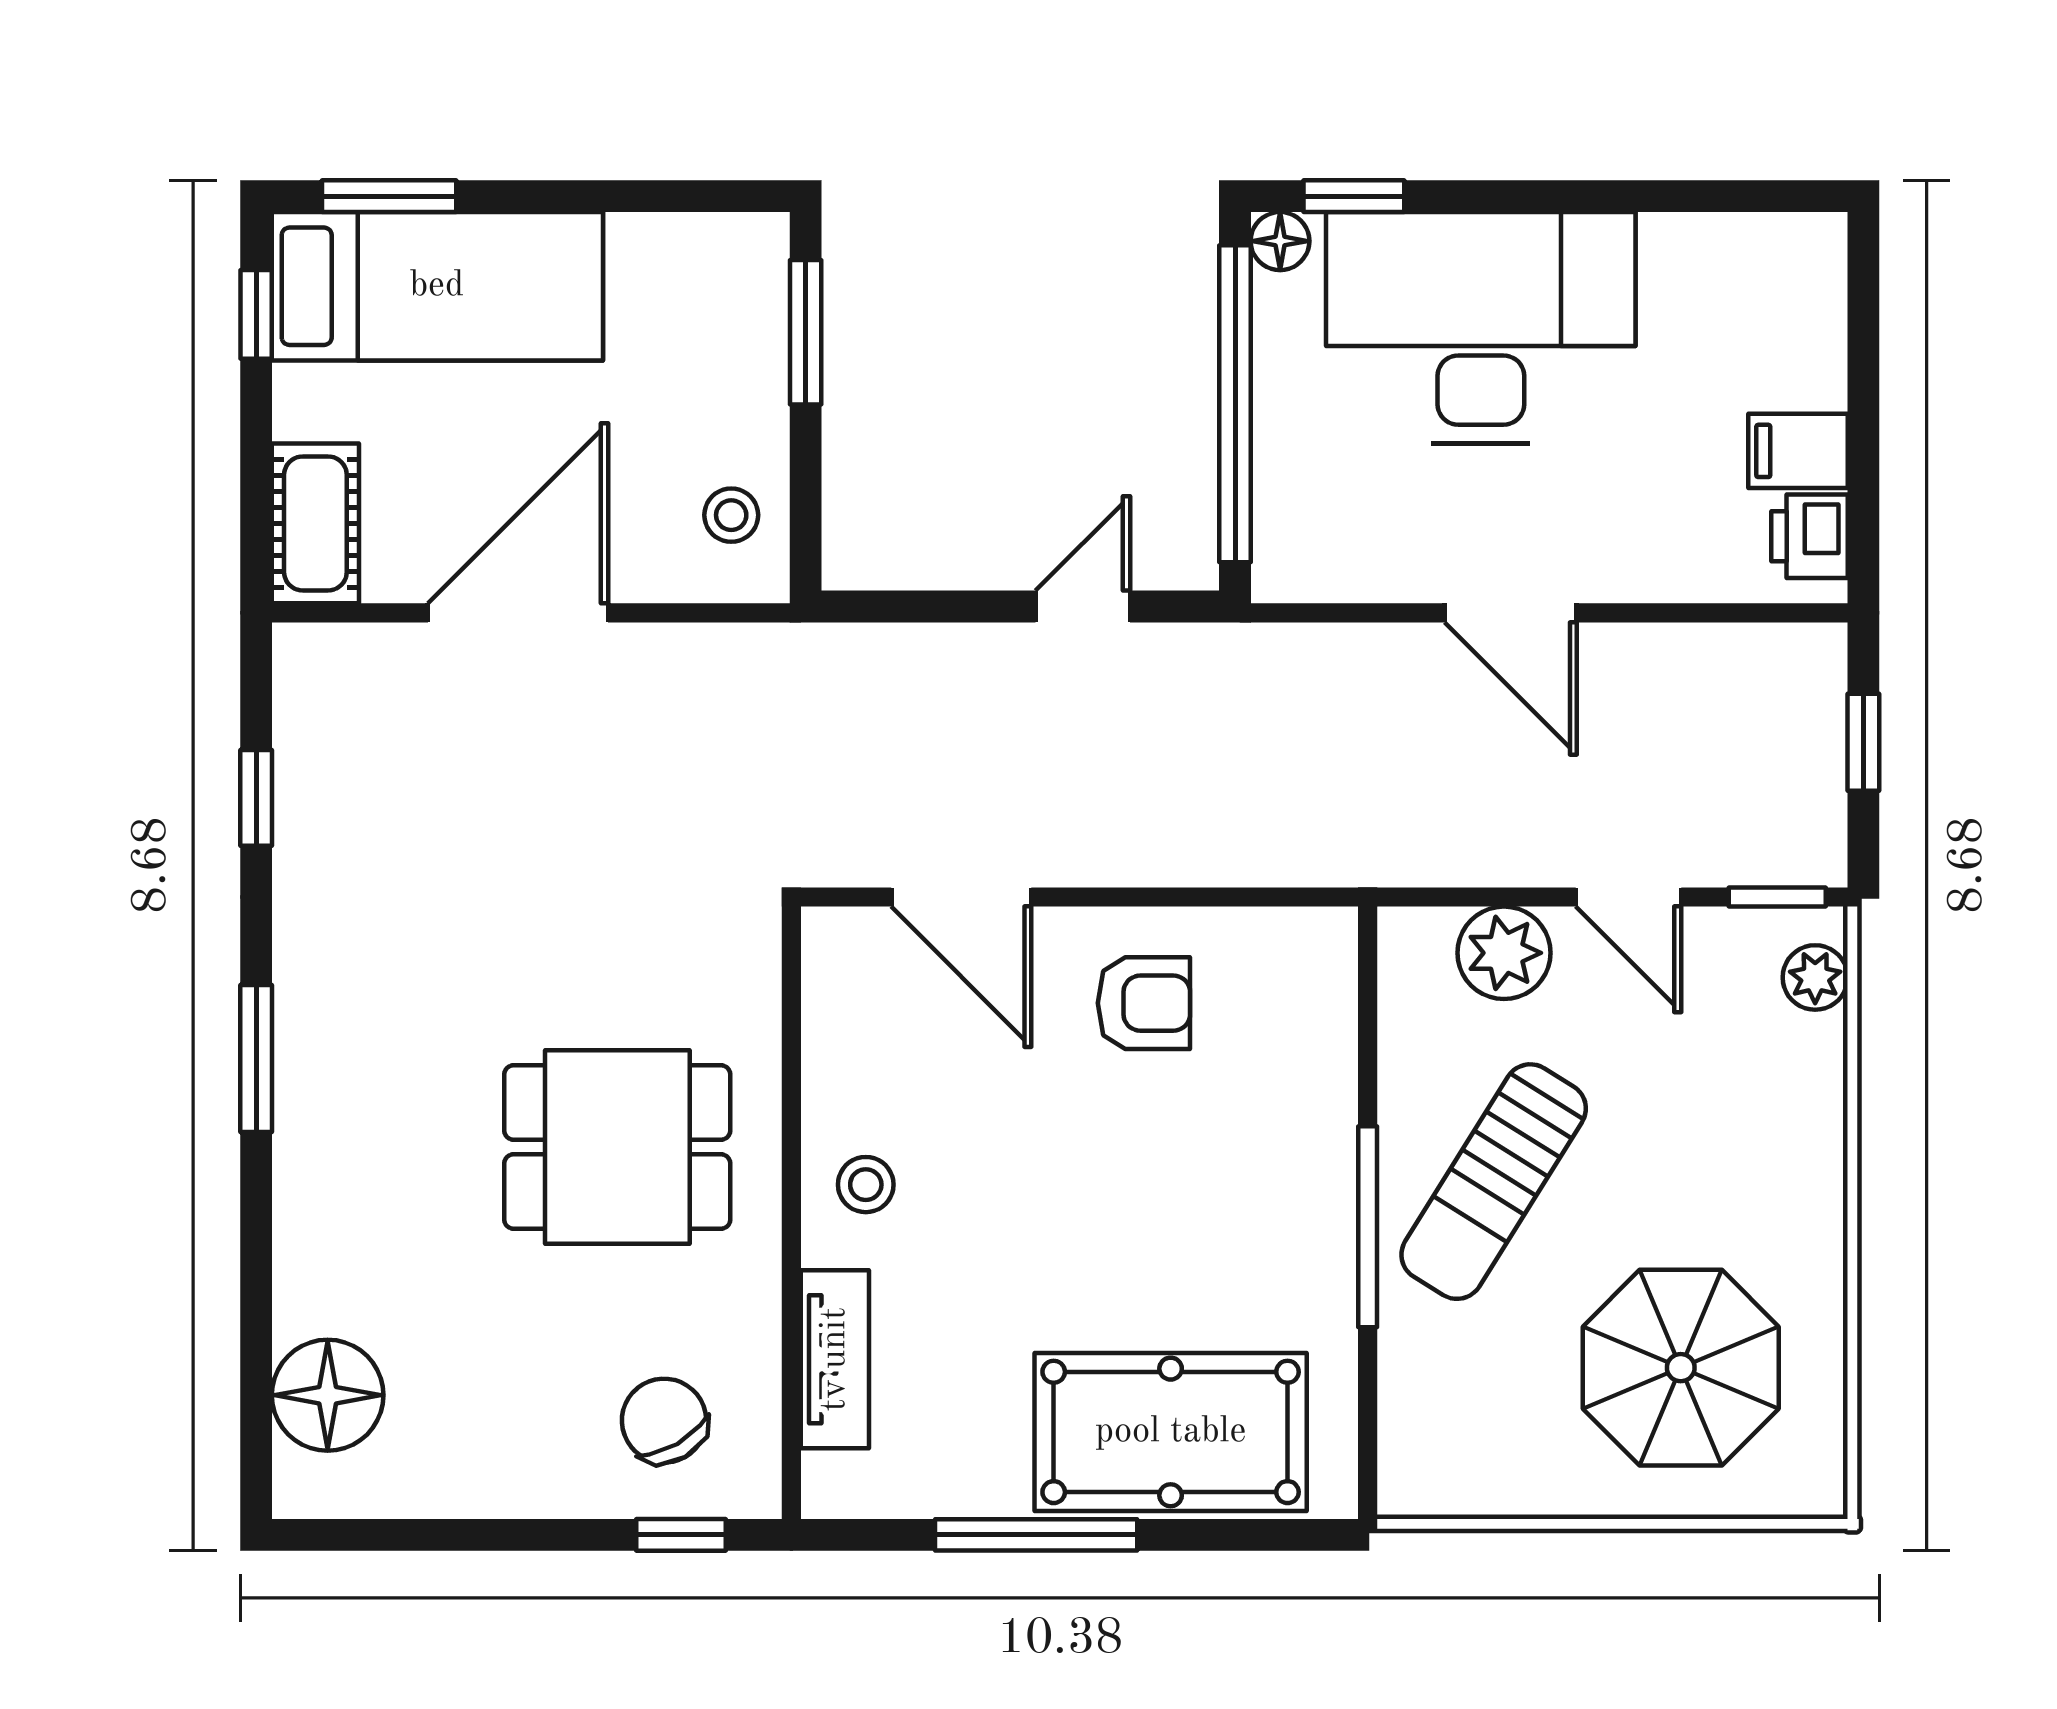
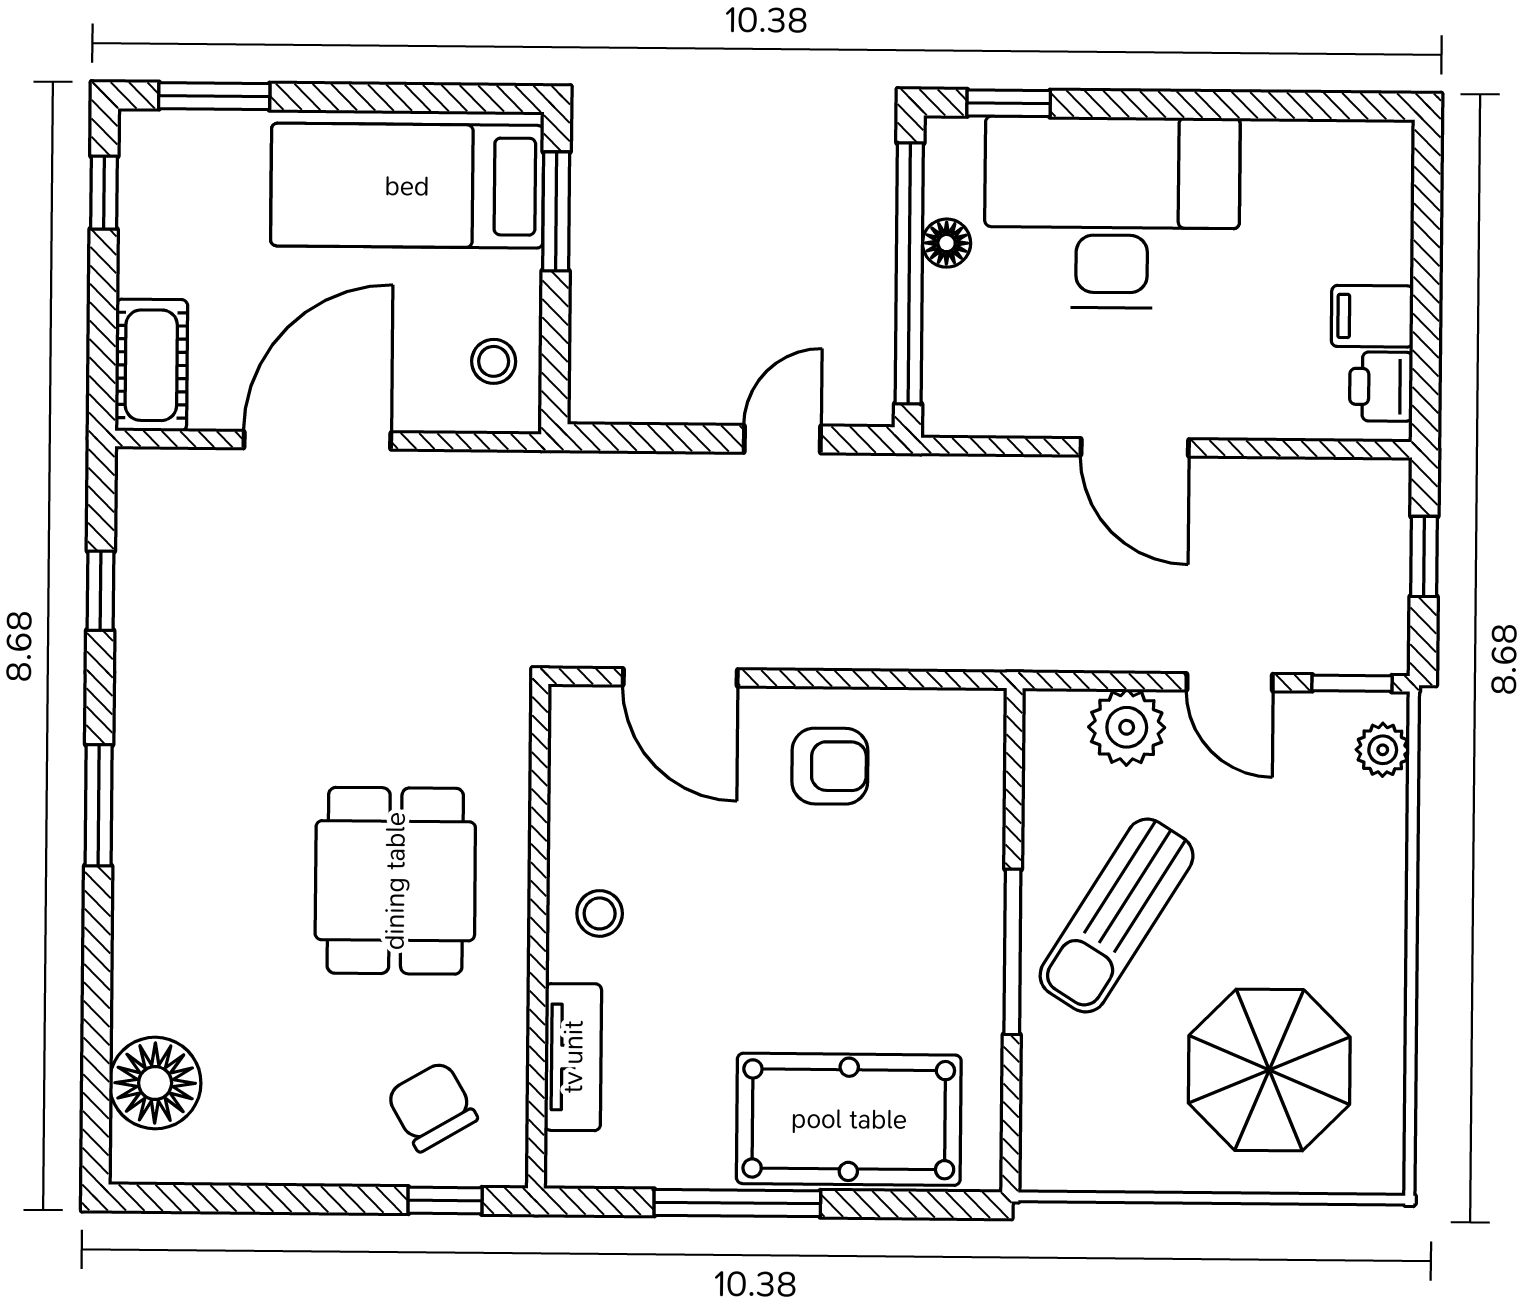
floor lamp: (1280, 241) -> (947, 243), moved
bed: (437, 286) -> (407, 186), moved, turned 180
dining table: (617, 1147) -> (395, 881), turned 90

